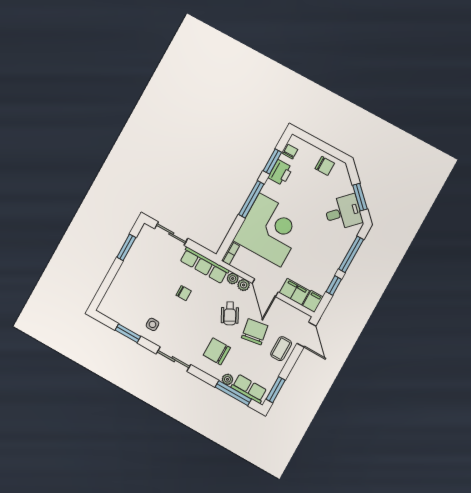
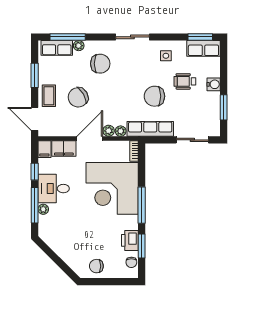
window: (360, 197) -> (53, 256), removed
desk: (343, 212) -> (54, 189), moved, turned 45
plant: (345, 246) -> (43, 209), added
water cooler: (124, 274) -> (214, 84), added
door: (265, 288) -> (90, 138), hinge flipped
chair: (184, 293) -> (154, 96), width x1.87, depth x1.87
row of seats: (115, 312) -> (203, 48), added
wheelchair: (230, 313) -> (185, 81), moved, turned -62
chair: (255, 332) -> (78, 97), turned 69
window: (128, 333) -> (200, 37), moved
window: (276, 390) -> (35, 75), moved

